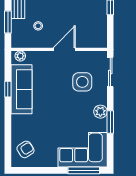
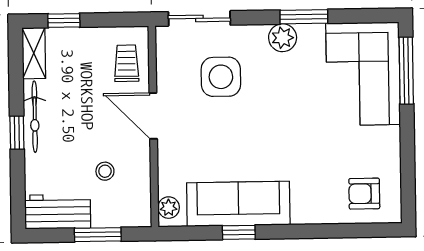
trolley: (89, 37) -> (127, 63), added
armchair: (25, 149) -> (364, 194), turned -57

